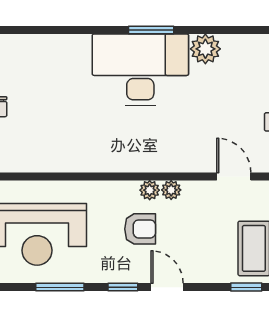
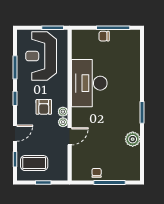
desk: (140, 70) -> (89, 83), moved, turned 180
door: (234, 176) -> (70, 136), moved
door: (167, 287) -> (15, 133), moved

